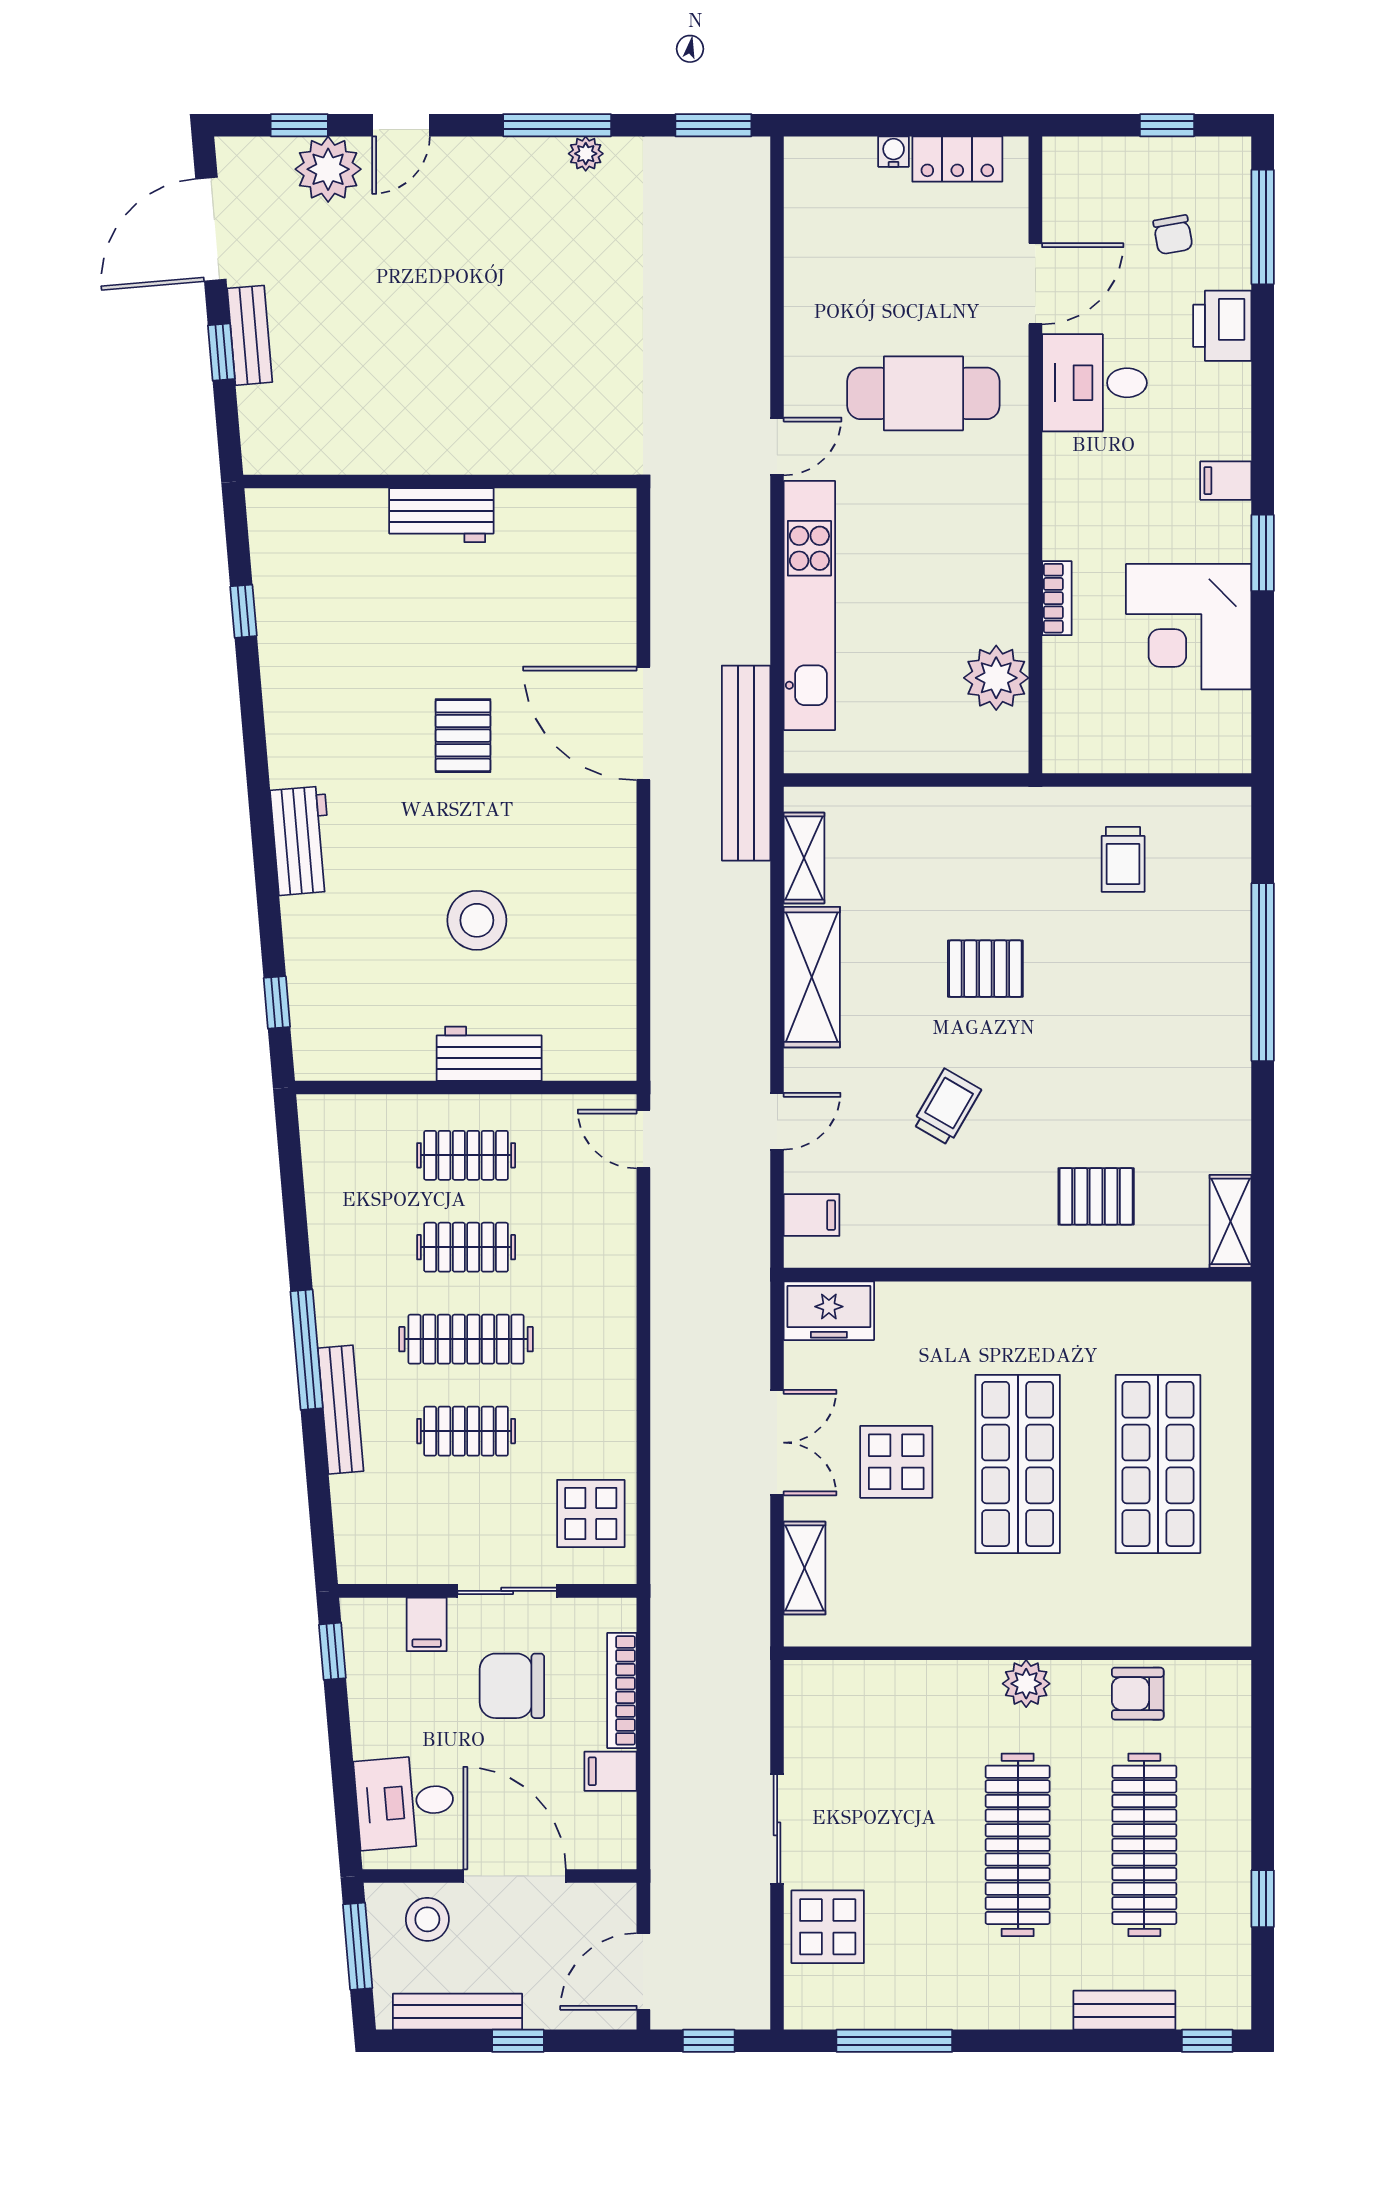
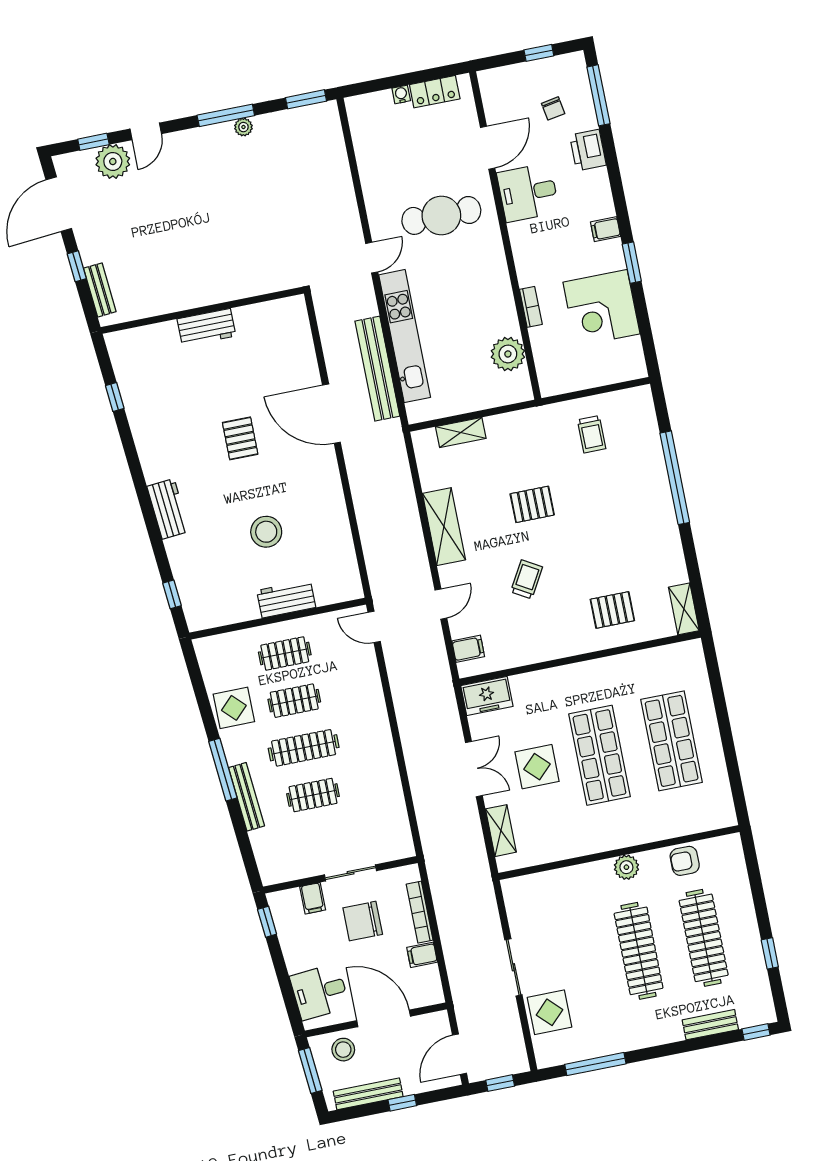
bench: (250, 335) -> (100, 290), moved
bench: (746, 763) -> (377, 369), moved
shelving: (804, 858) -> (461, 432), moved, turned 90
display table: (591, 1514) -> (234, 708), moved

